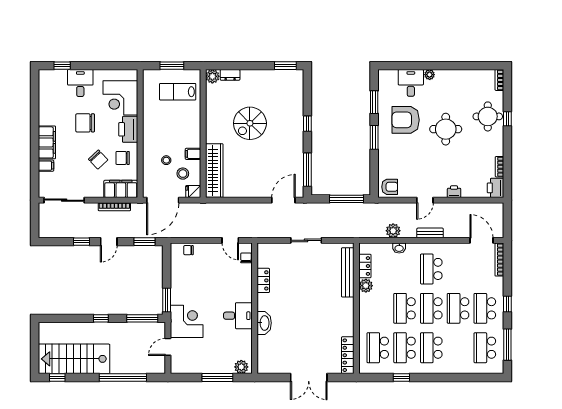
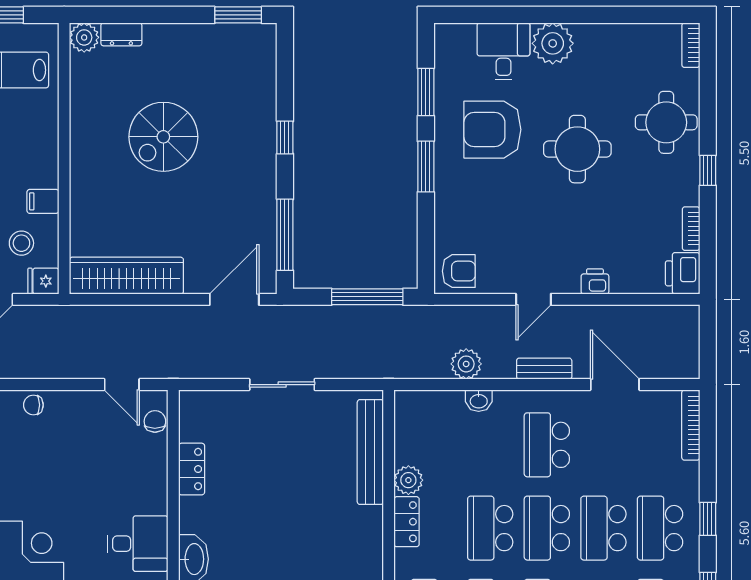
plant: (430, 75) -> (553, 43), width x1.87, depth x1.87
window: (507, 119) -> (708, 170), moved
wardrobe: (214, 171) -> (126, 276), moved, turned -90
door: (482, 240) -> (615, 385), moved
locker: (365, 266) -> (407, 522), moved

